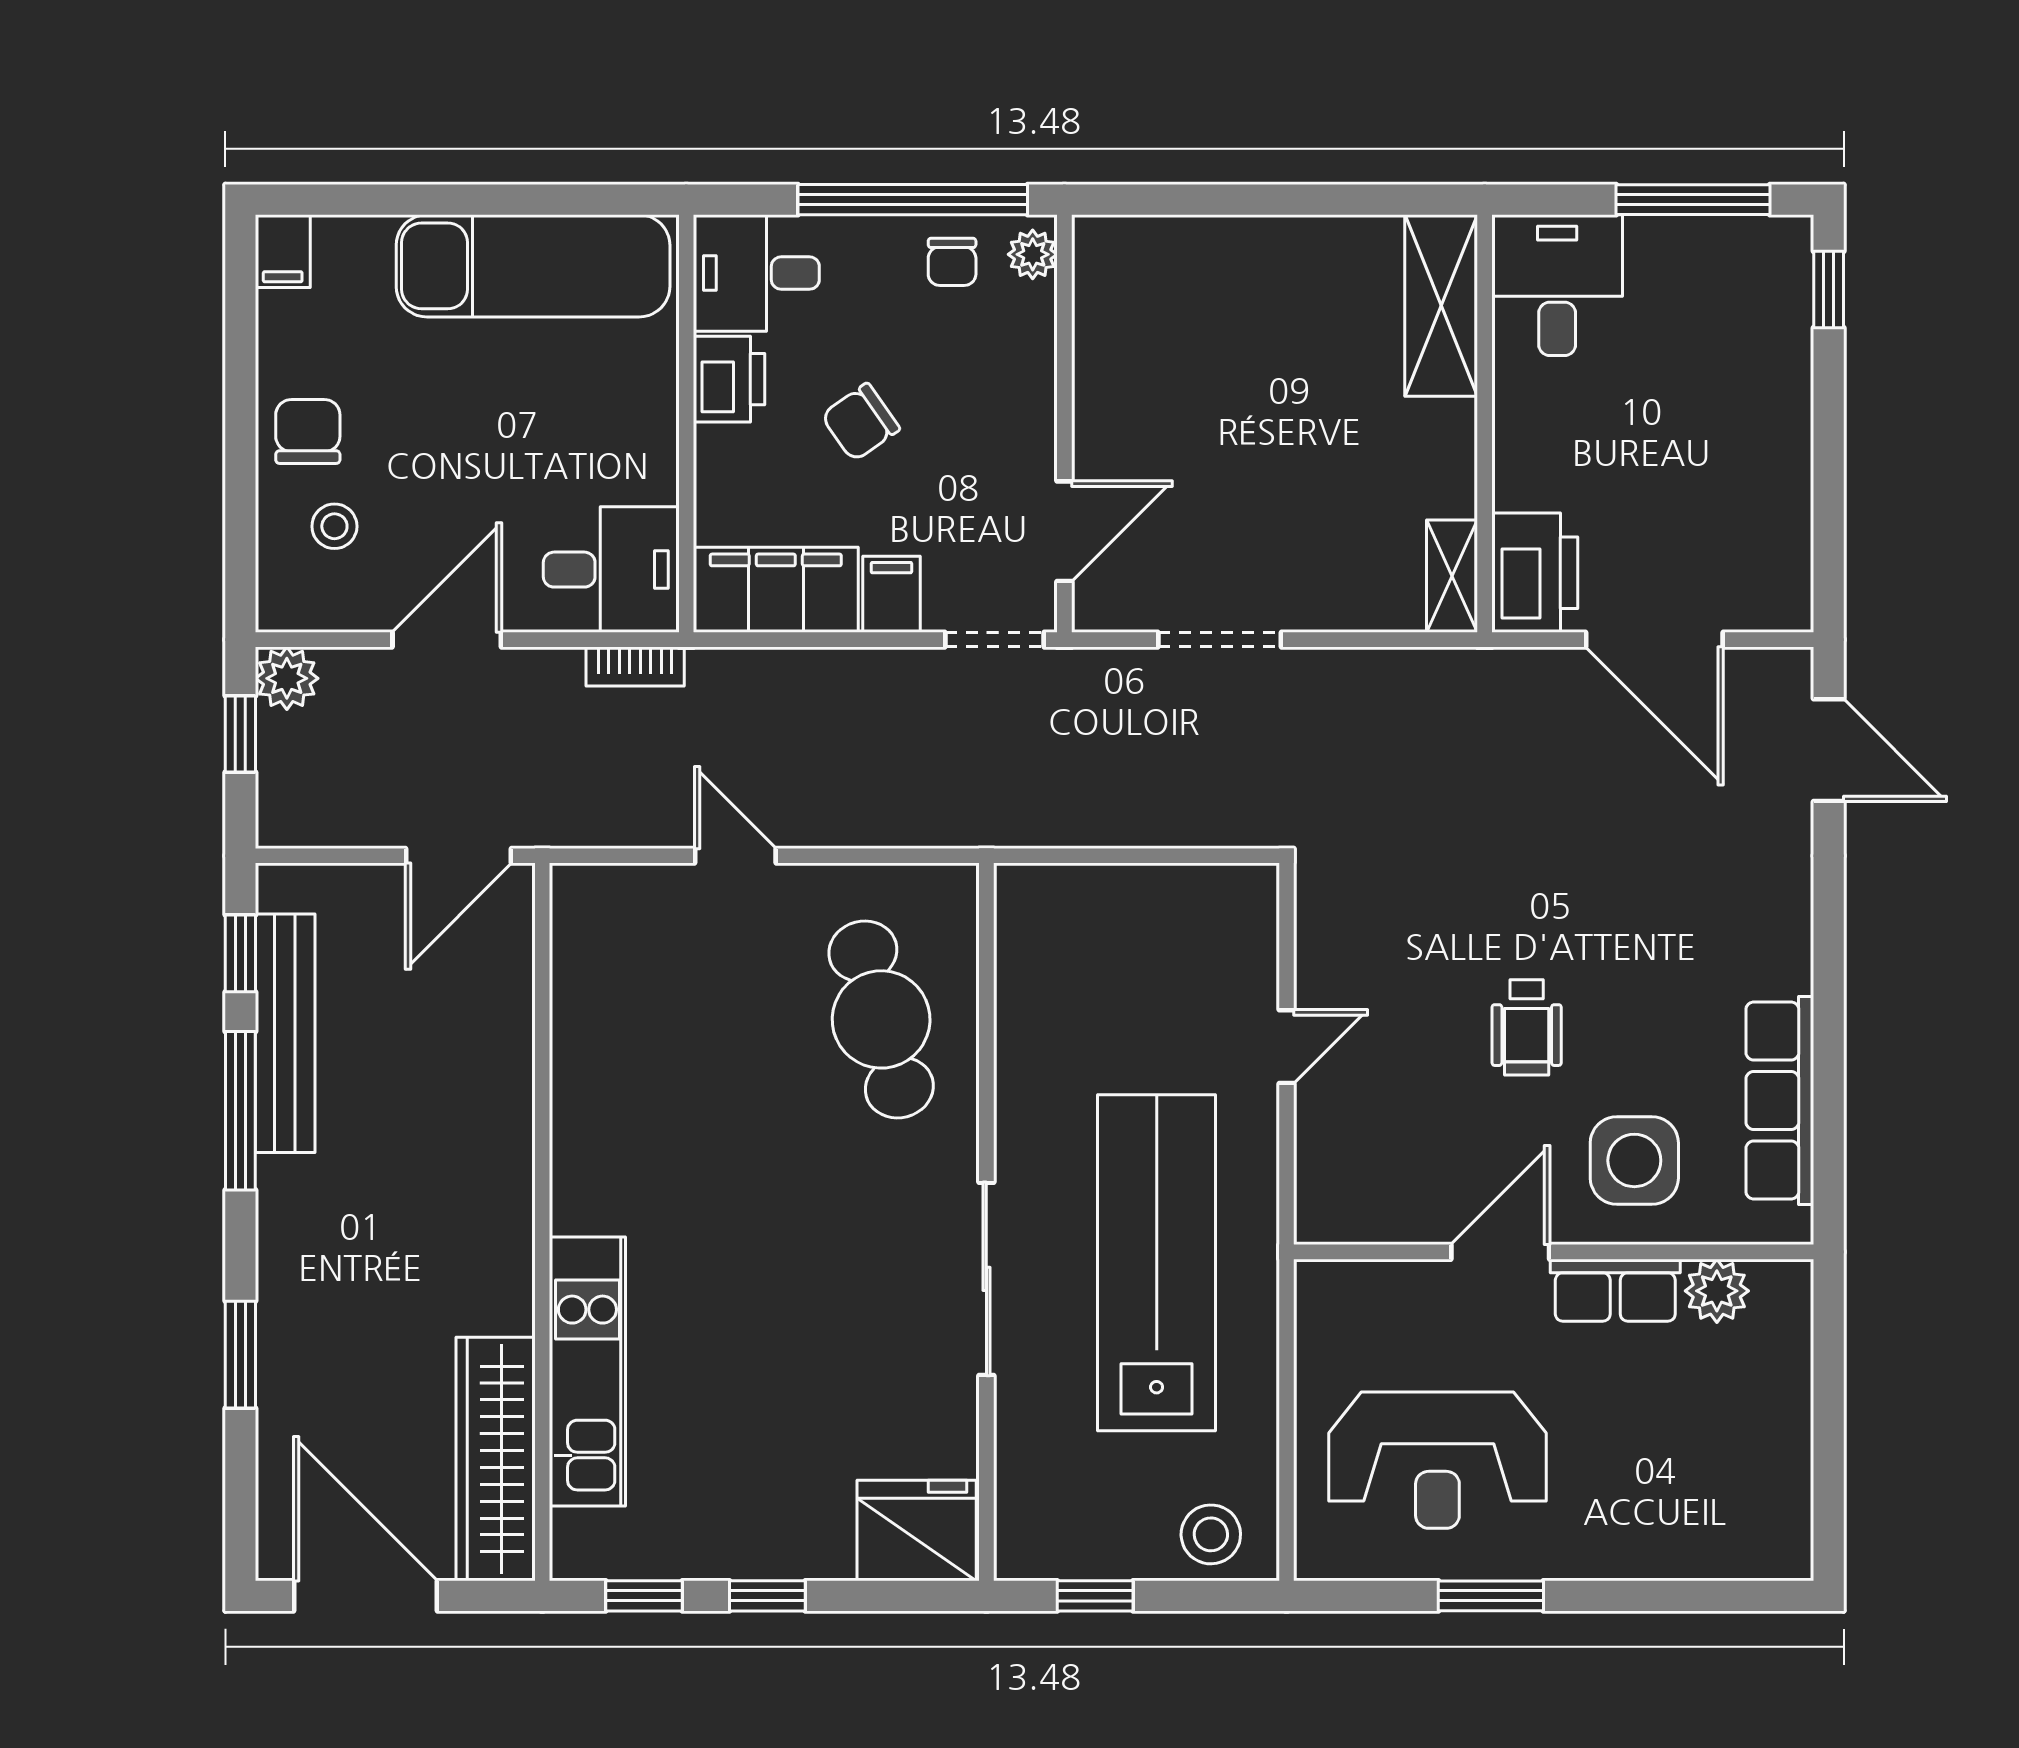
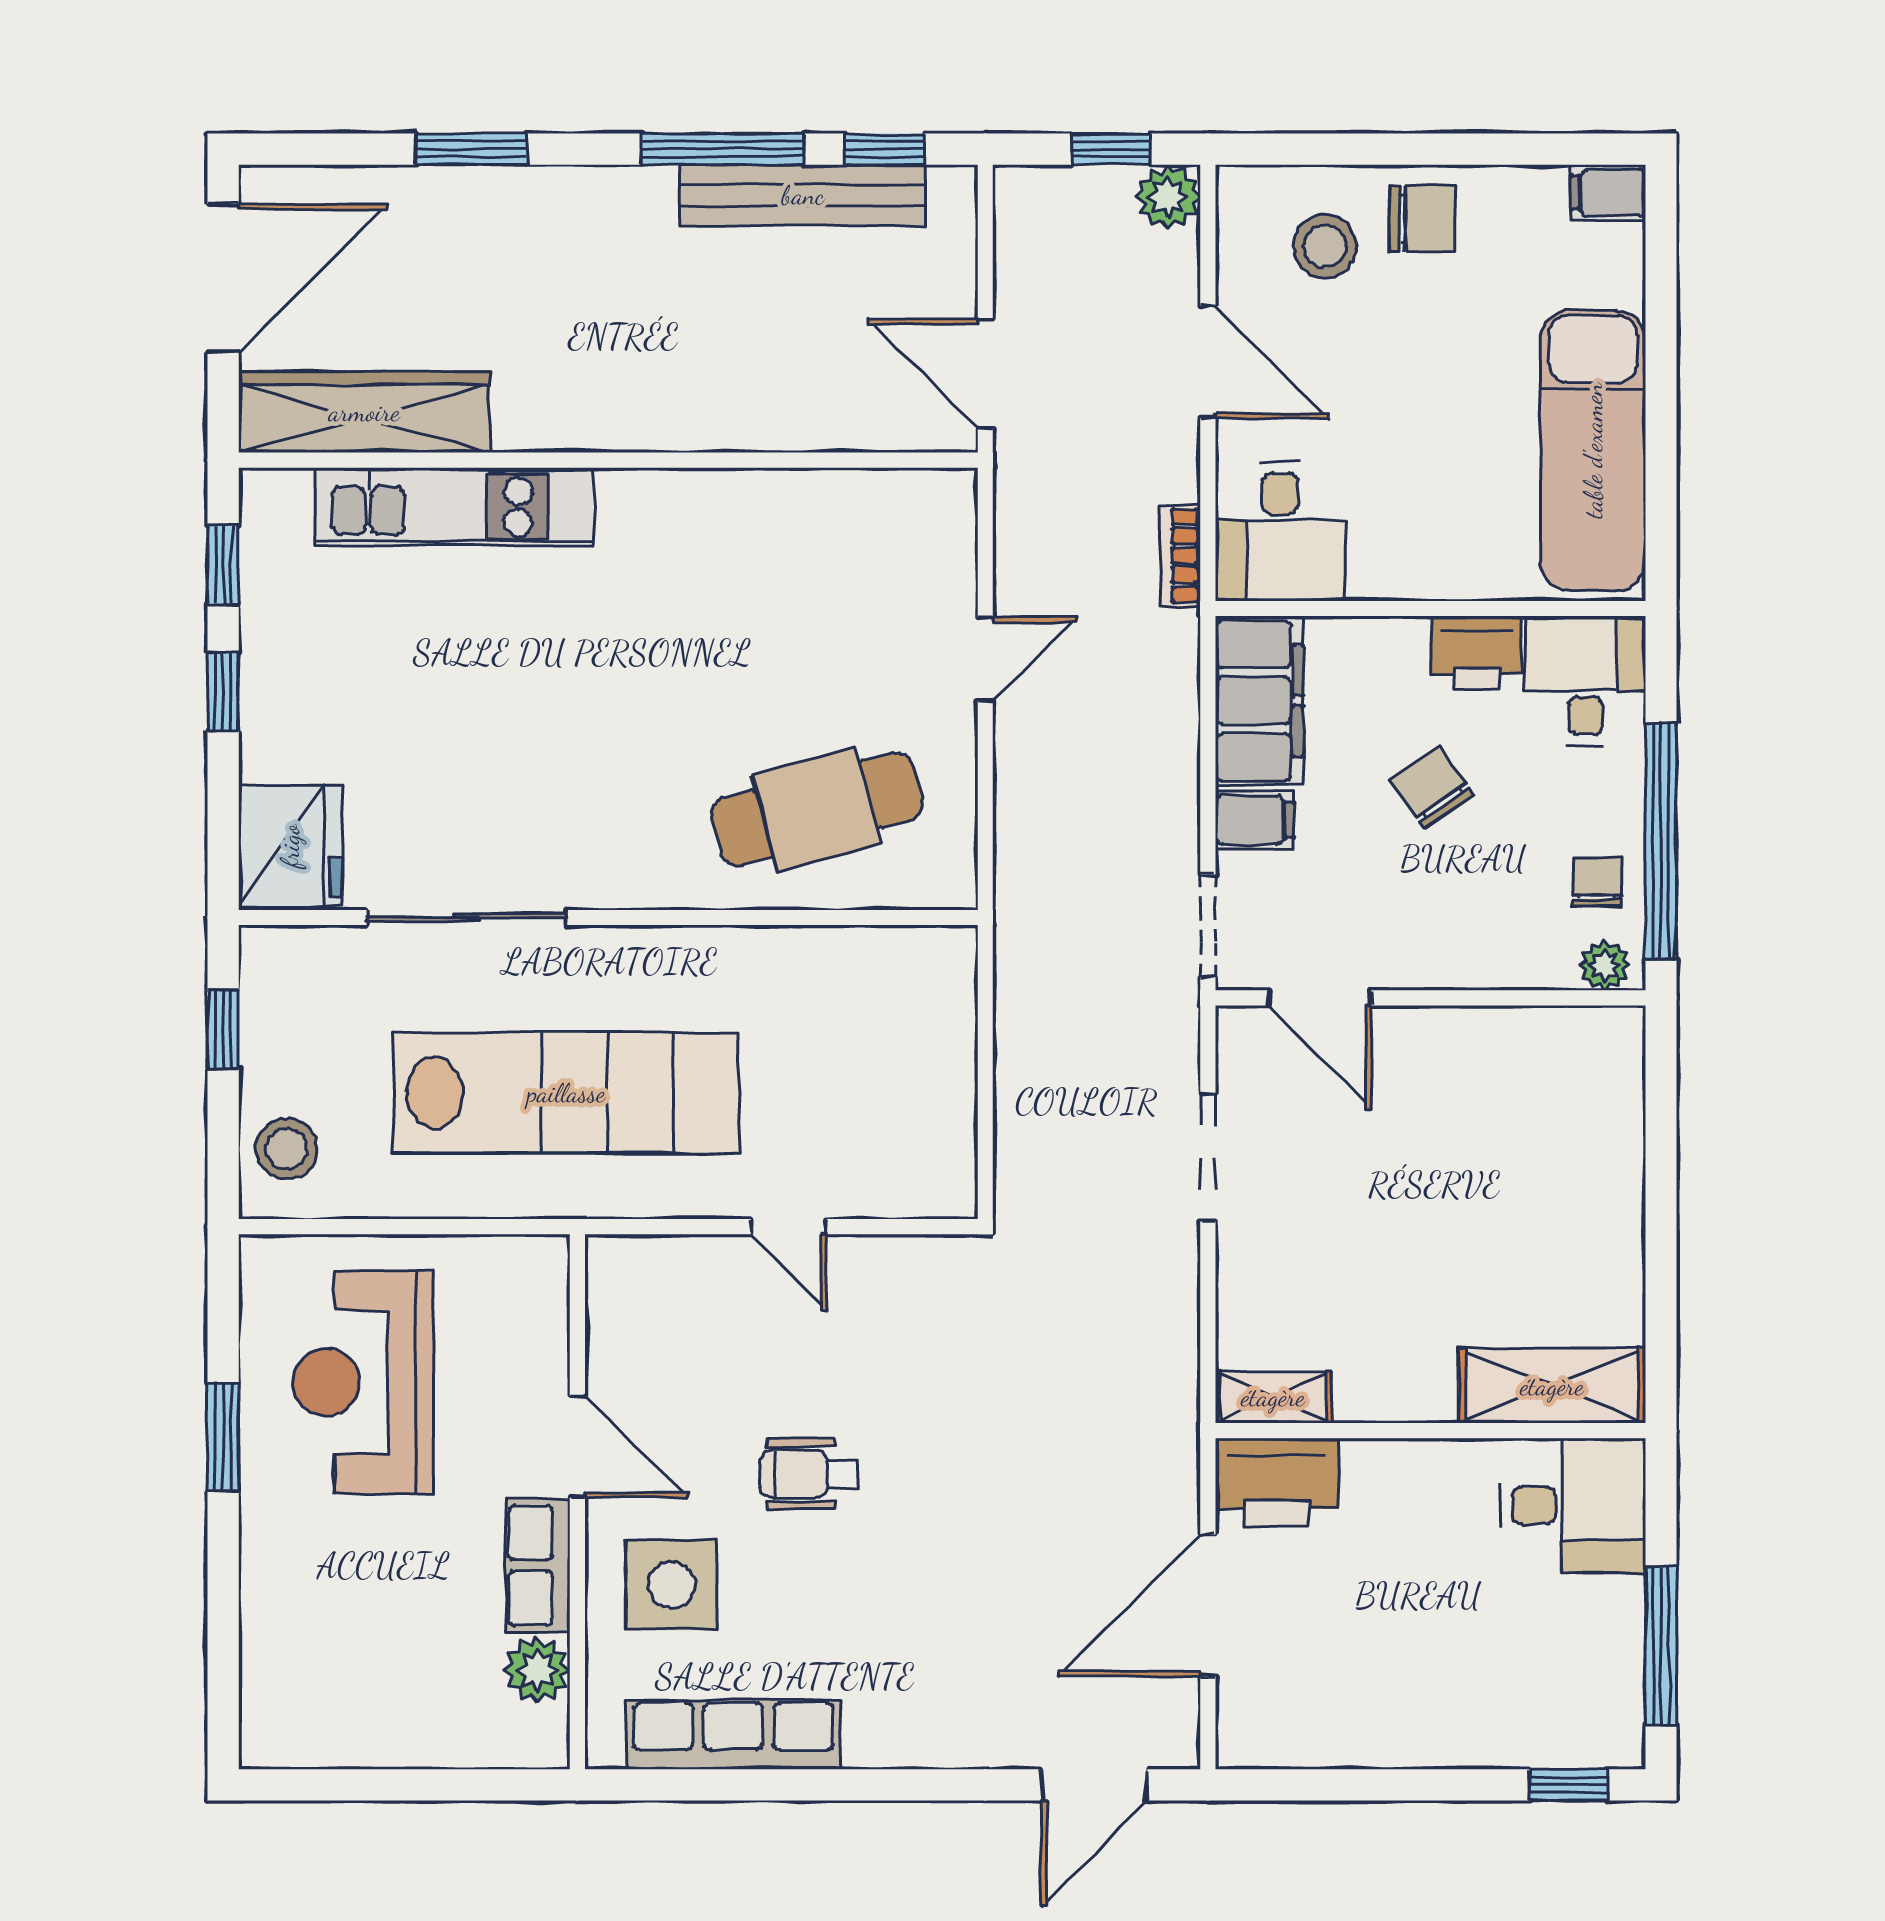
chair: (952, 262) -> (1597, 882), turned 90
stool: (334, 526) -> (1325, 246), width x1.37, depth x1.37
sliding door: (986, 1279) -> (466, 918), moved

